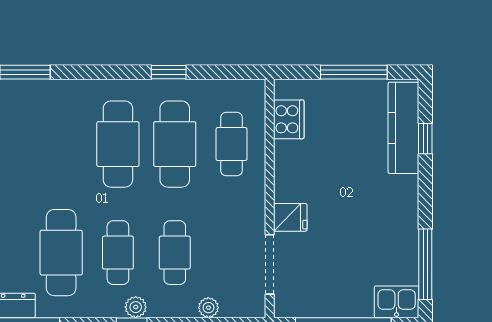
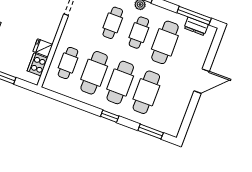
window: (169, 72) -> (110, 116), moved
cafe table: (61, 144) -> (146, 92), added
fridge: (290, 217) -> (43, 48), moved

